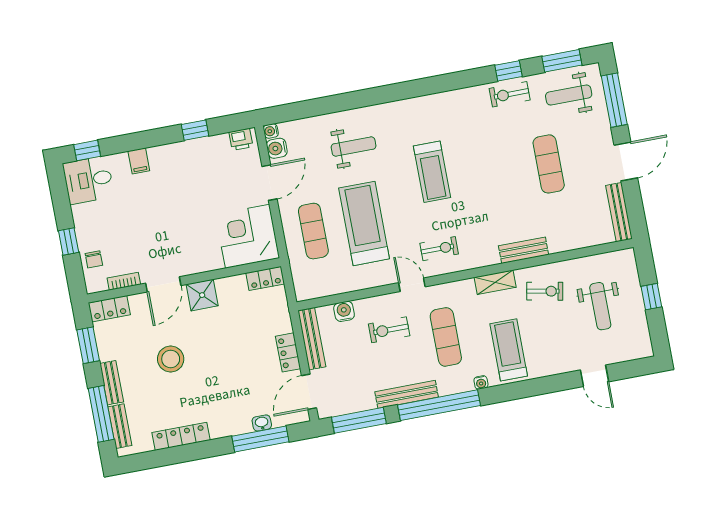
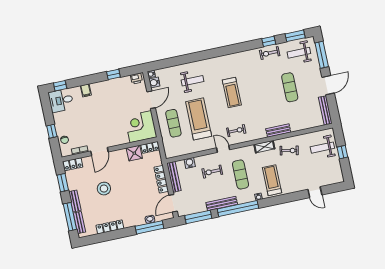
shower: (202, 295) -> (134, 153), moved
weight bench: (600, 306) -> (322, 148), moved, turned 90
locker: (288, 352) -> (161, 179), width x1.53

